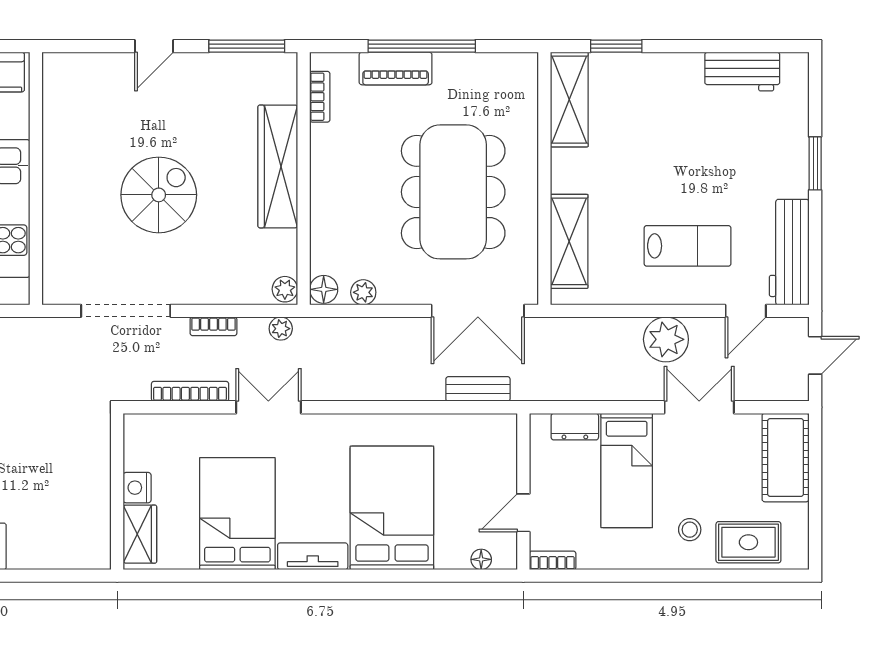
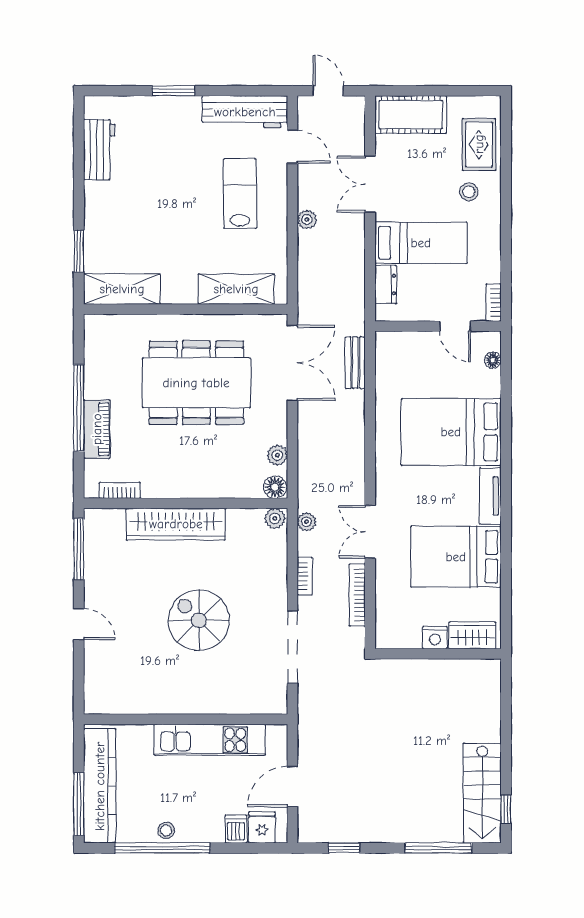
plant: (666, 339) -> (307, 219), width x0.53, depth x0.53

